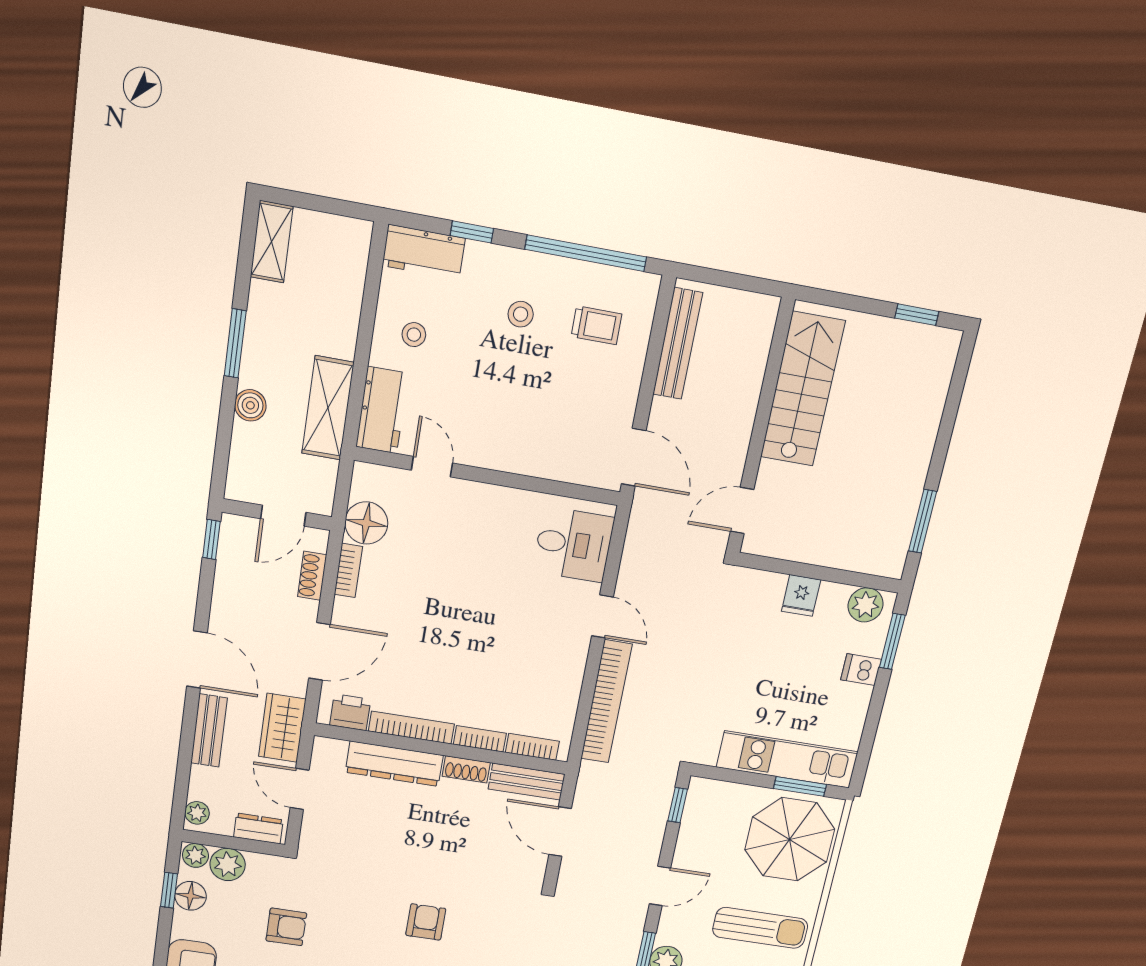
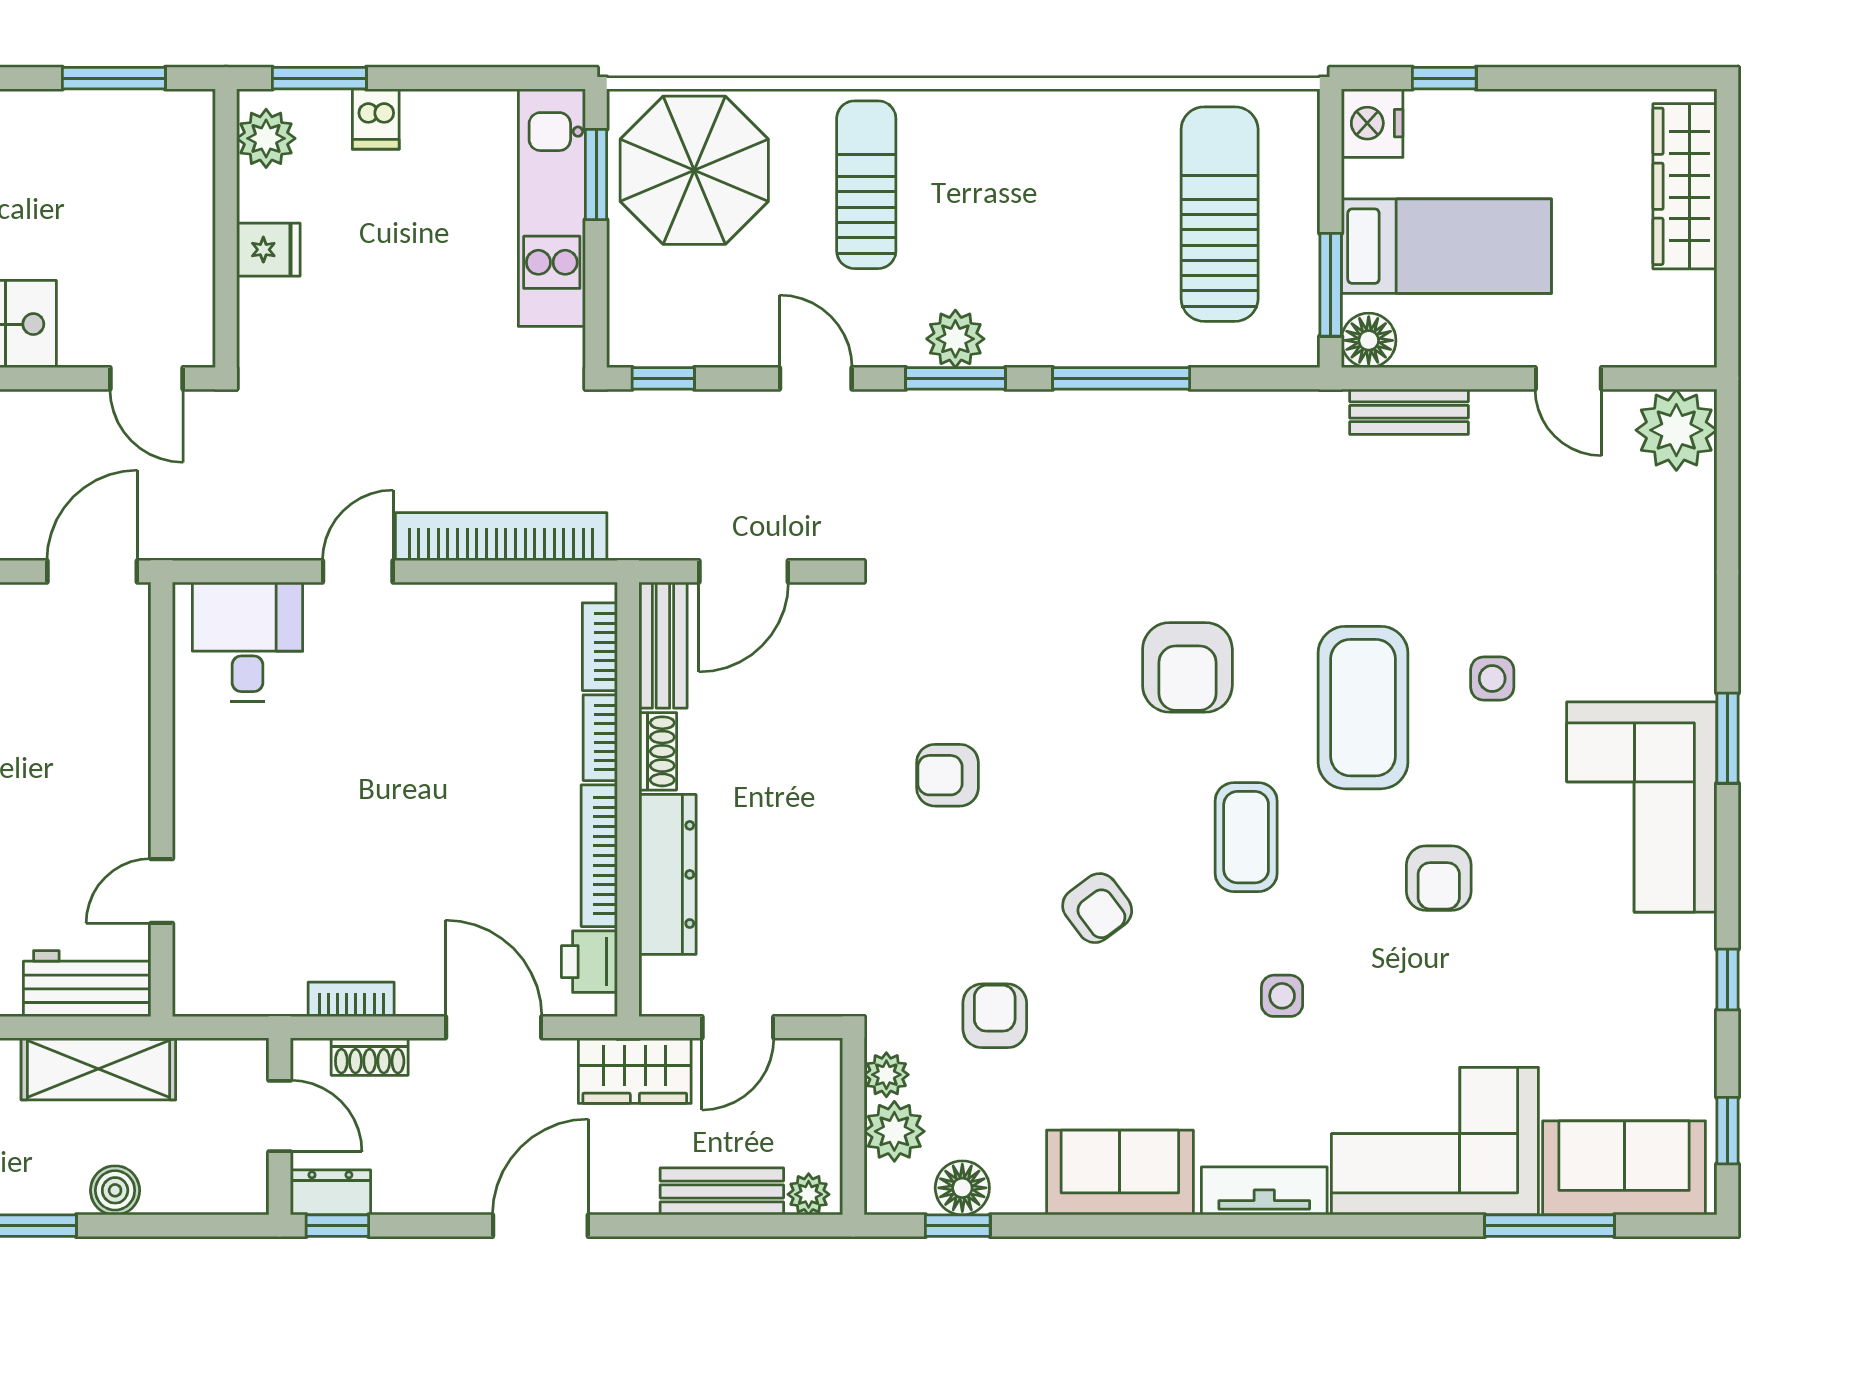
floor lamp: (366, 523) -> (269, 982), removed
bench: (209, 731) -> (722, 1191), moved
dresser: (258, 828) -> (330, 1192), moved, turned 90
plant: (195, 855) -> (886, 1075), moved

